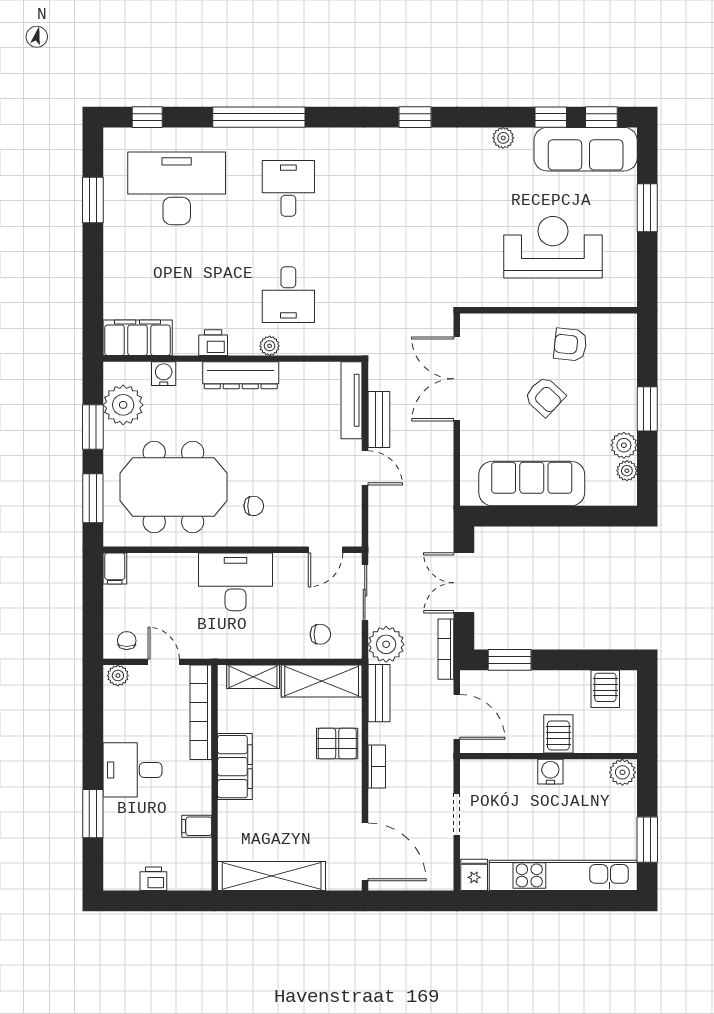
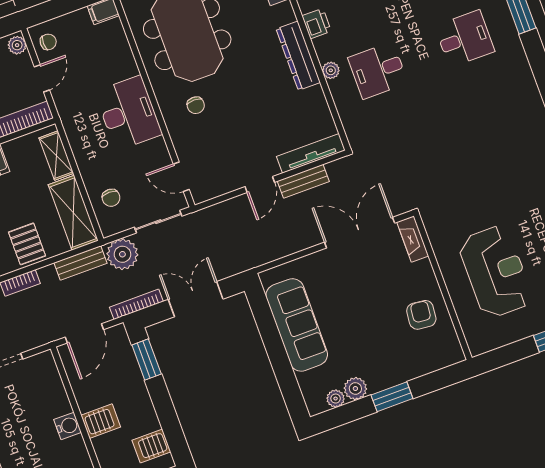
fireplace: (485, 324) -> (413, 239), added
armchair: (545, 396) -> (372, 310), removed

